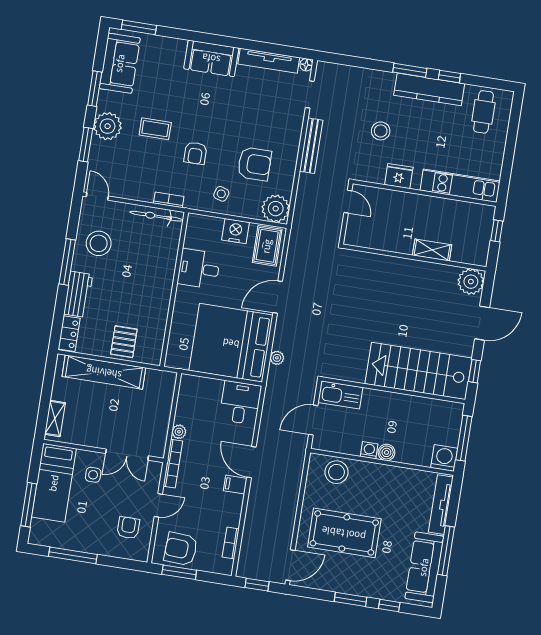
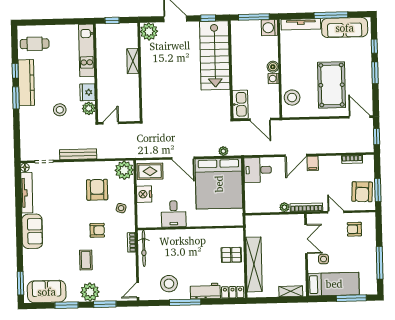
plant: (375, 173) -> (89, 108), added

